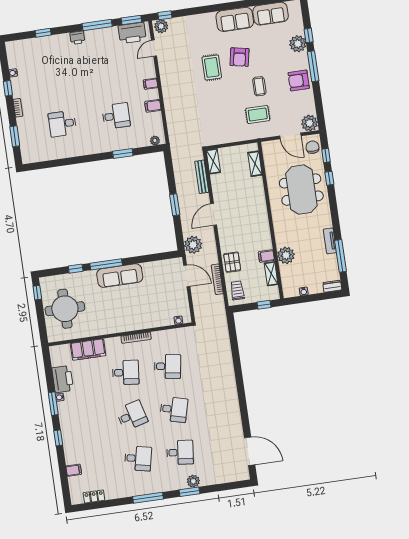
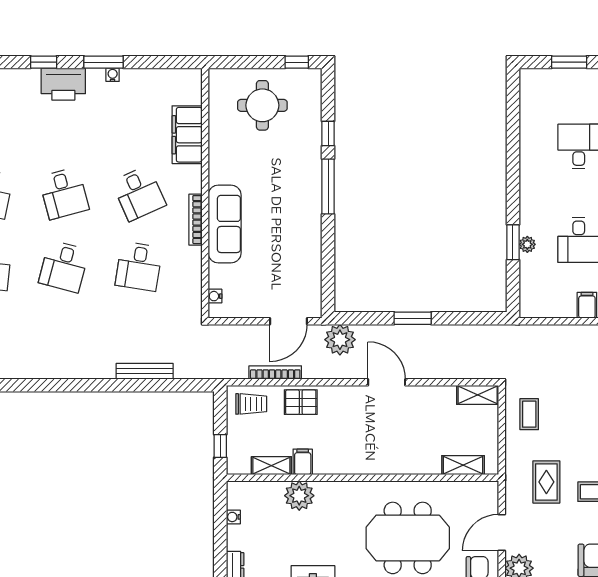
coffee table: (220, 130) -> (529, 414), added
plant: (155, 141) -> (527, 244), moved
bench: (202, 177) -> (145, 371), moved
sofa: (120, 276) -> (225, 224), moved, turned 180
round table: (65, 309) -> (262, 105), width x0.73, depth x0.73
desk: (126, 372) -> (139, 193), turned -30
printer: (63, 379) -> (63, 84), moved

